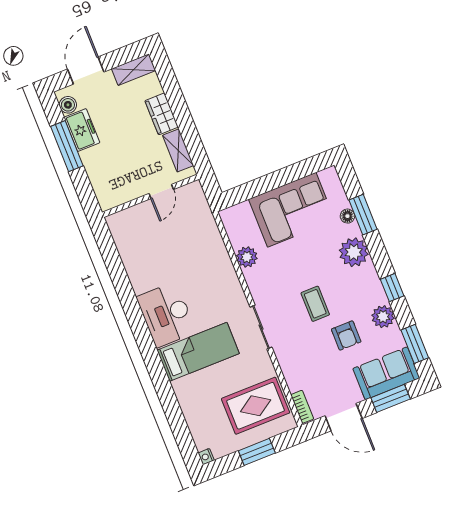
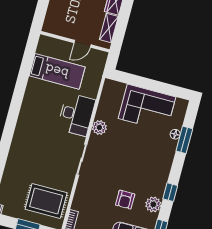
plant: (354, 252) -> (164, 157), removed
plant: (247, 257) -> (99, 127), moved
coffee table: (315, 304) -> (121, 169), removed
desk: (166, 315) -> (76, 114), moved, turned 180
bed: (198, 352) -> (57, 71), moved

